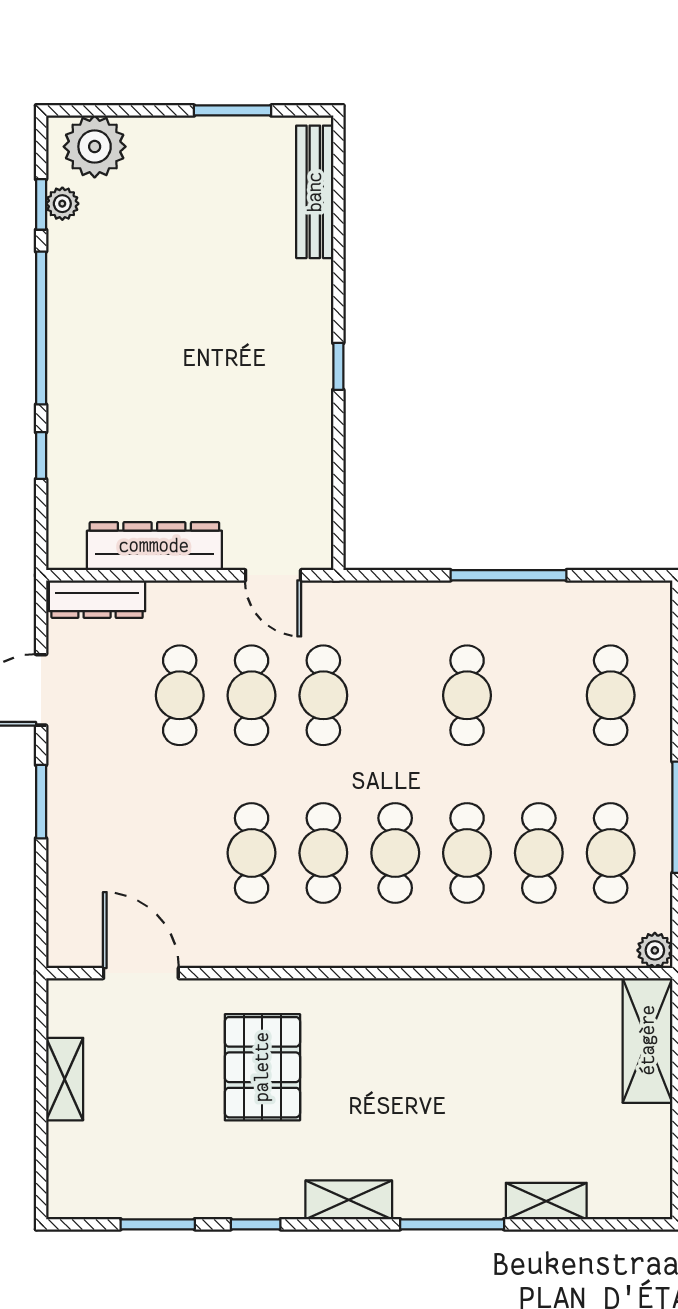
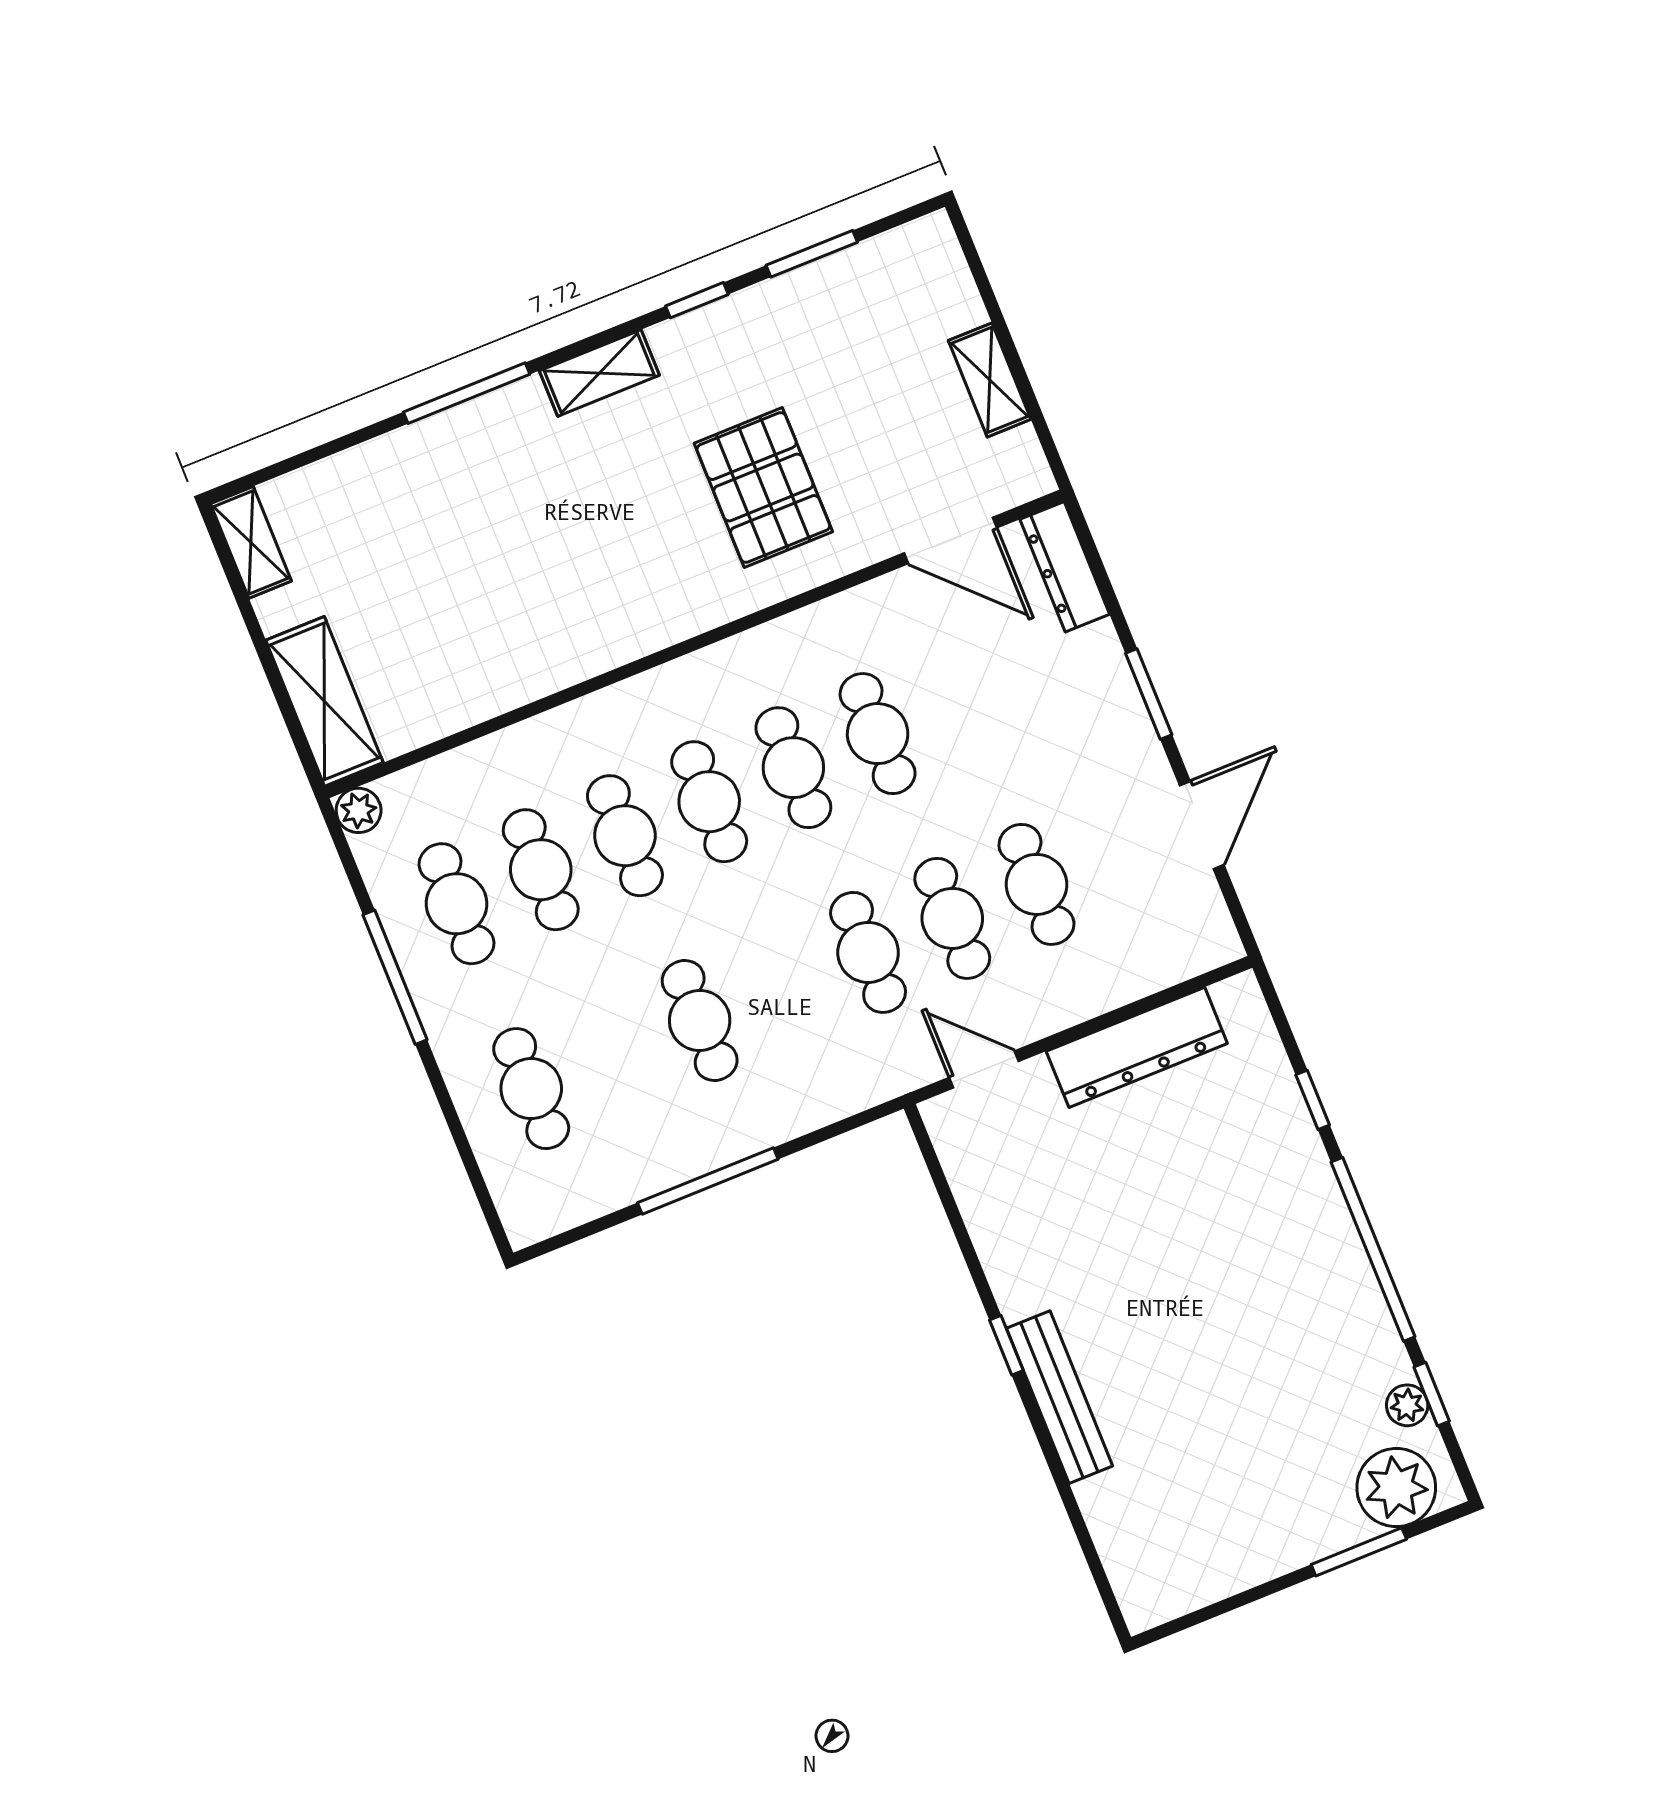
window: (233, 110) -> (1359, 1552), moved
bench: (315, 192) -> (1059, 1397), moved
dresser: (97, 599) -> (1065, 567), moved, turned -90
shelving: (546, 1201) -> (251, 542), moved, turned 90

